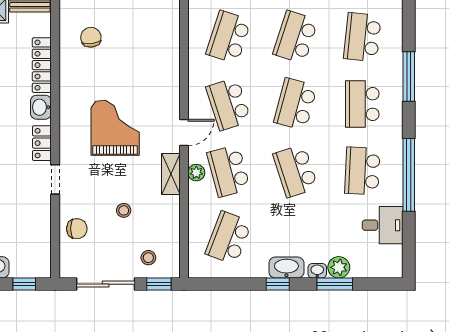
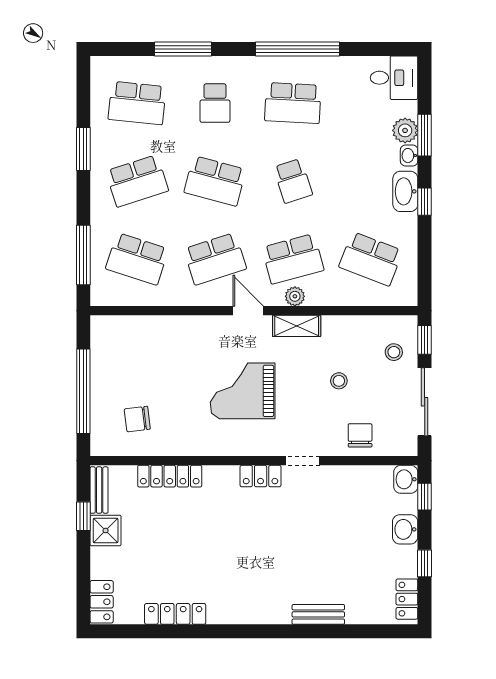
school desk: (295, 37) -> (137, 181), turned -36
school desk: (362, 104) -> (215, 103), width x0.54
washbasin: (41, 107) -> (406, 479), moved, turned 90
school desk: (295, 171) -> (293, 181), width x0.54
desk: (383, 225) -> (394, 78), moved, turned 90

